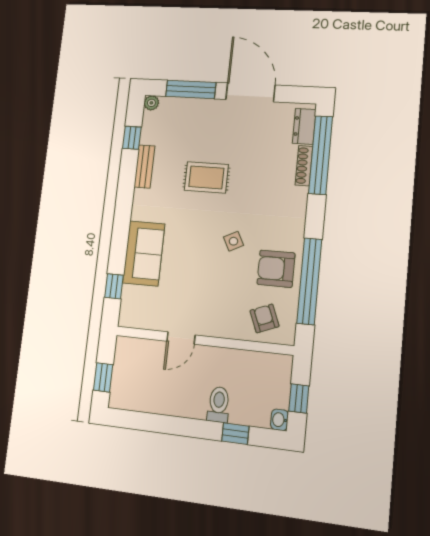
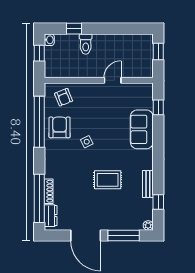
armchair: (276, 269) -> (60, 127), turned -90

